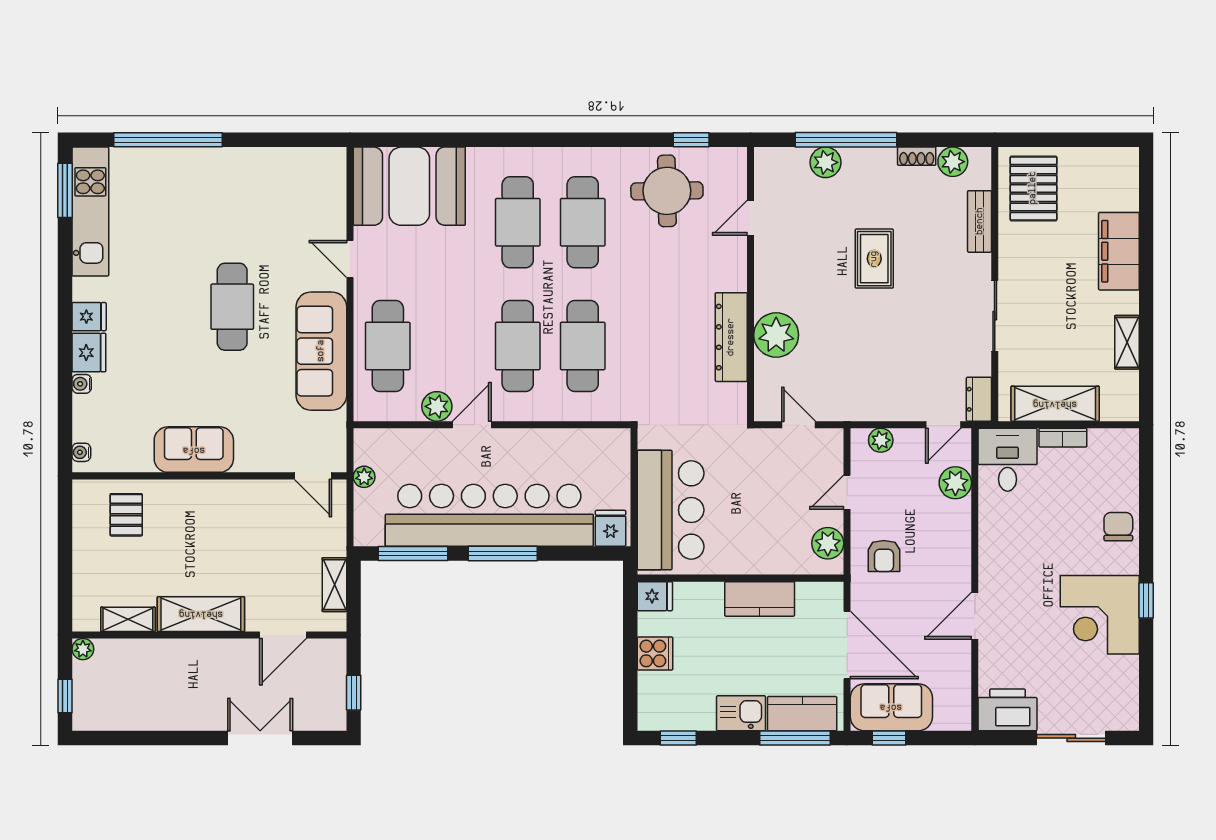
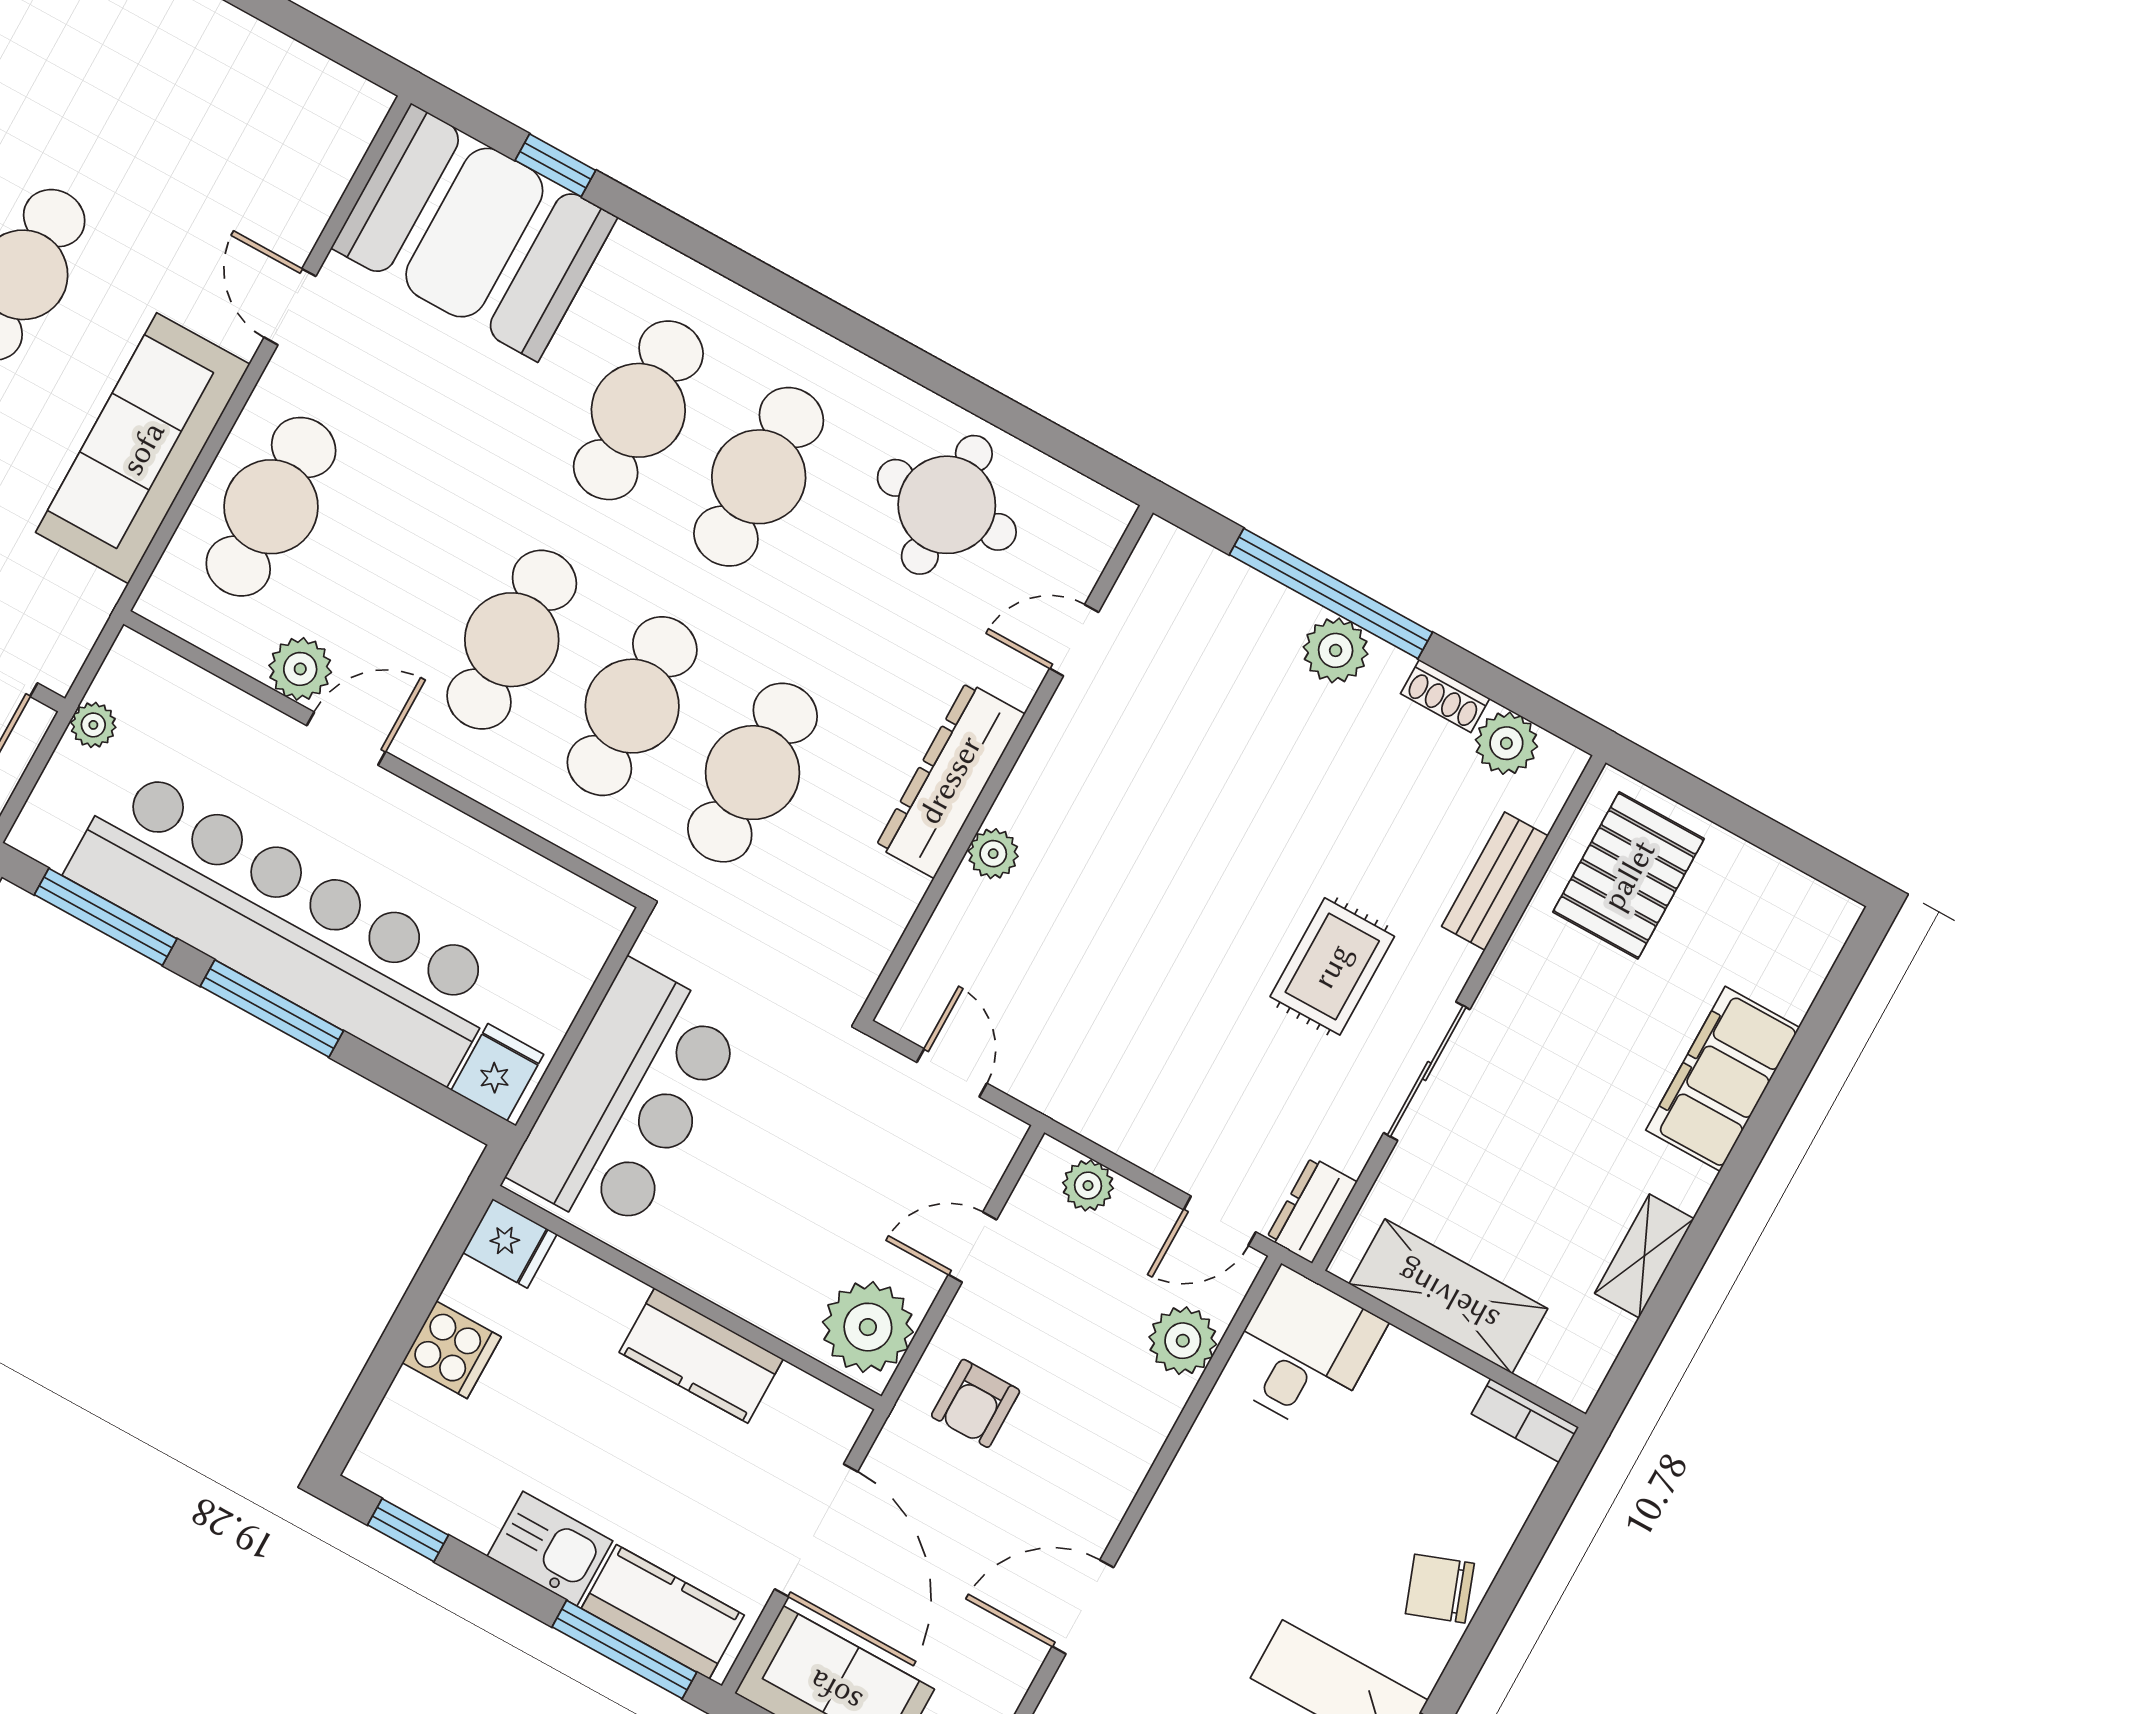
window: (691, 140) -> (555, 165), moved
plant: (826, 162) -> (1336, 650), moved
rug: (874, 259) -> (1332, 966), moved
plant: (776, 335) -> (993, 854), width x0.53, depth x0.53
dresser: (731, 337) -> (950, 780), moved
cafe table: (648, 346) -> (753, 773), added
bookcase: (1063, 438) -> (1525, 1421), moved
chair: (1118, 527) -> (1440, 1589), turned -110
plant: (828, 543) -> (868, 1327), width x1.36, depth x1.36

